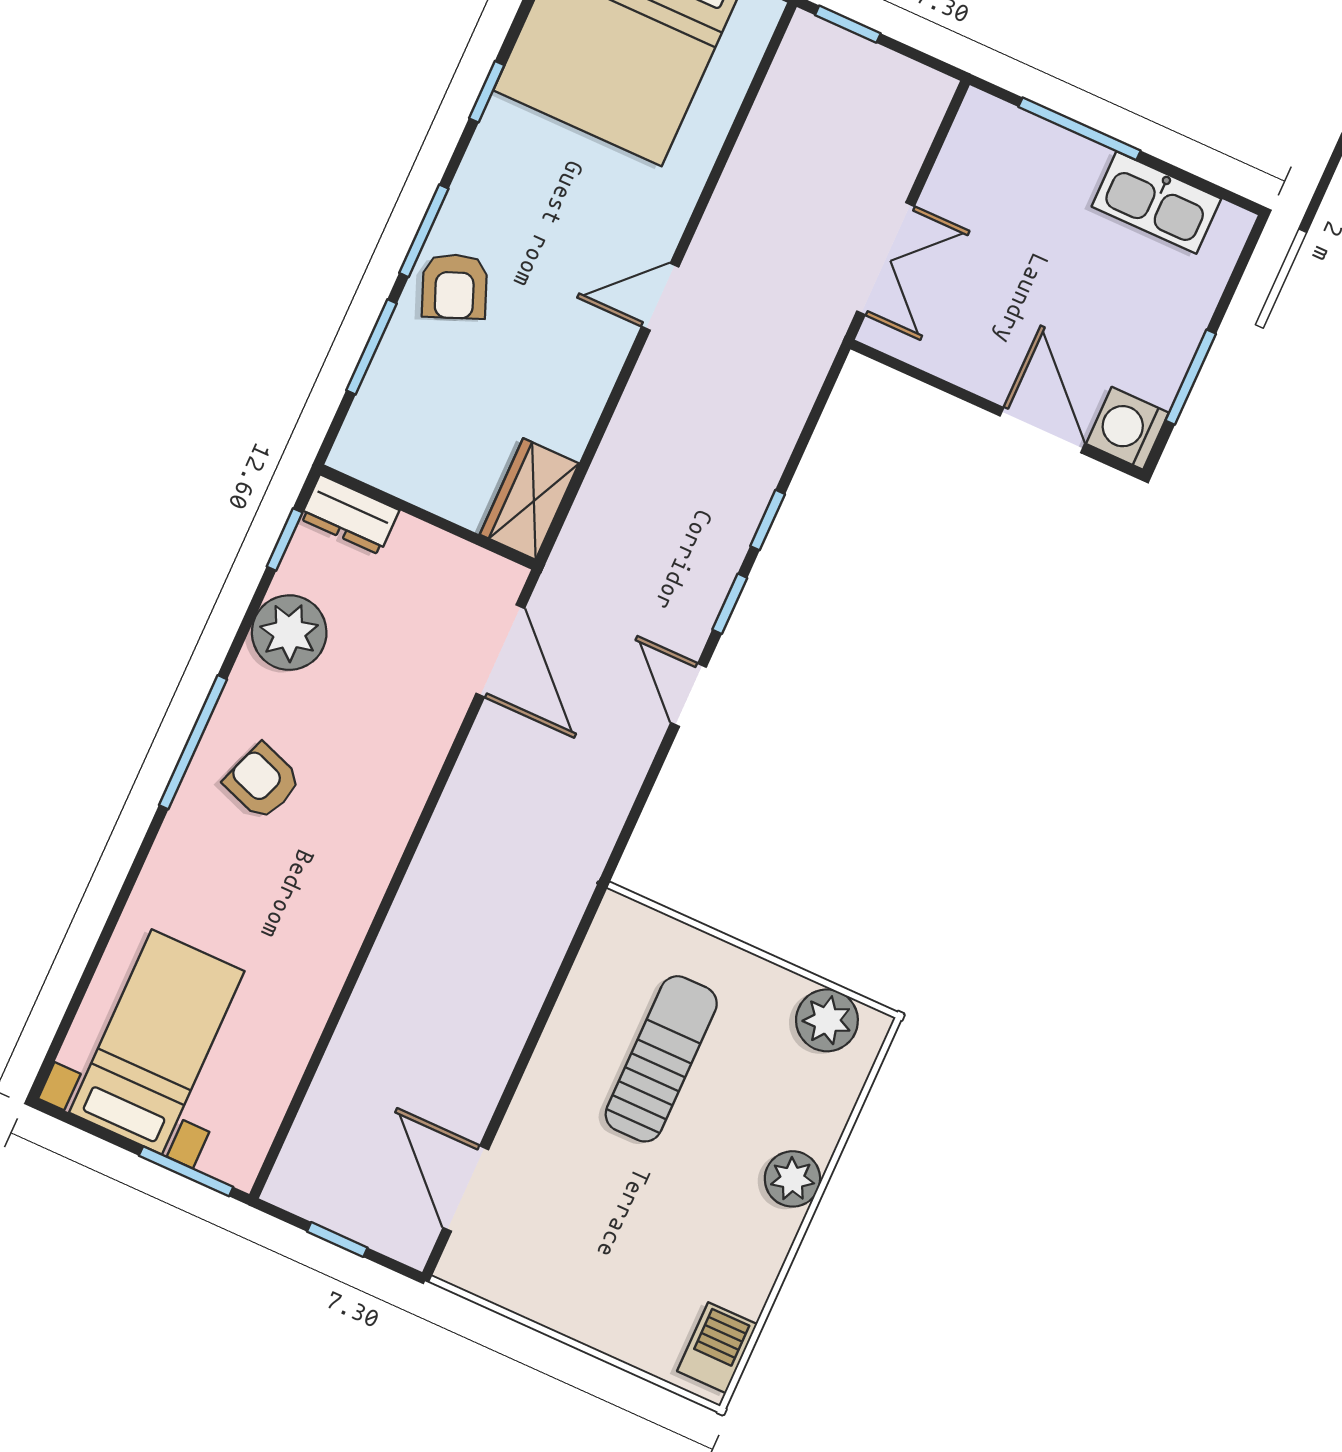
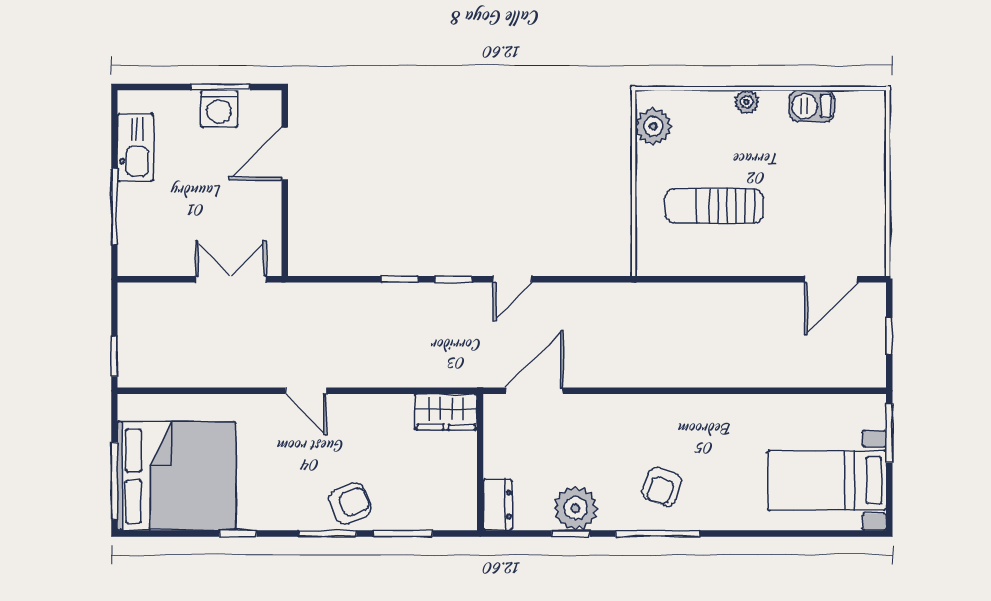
washing machine: (1127, 428) -> (219, 109), moved
window: (285, 539) -> (571, 533), moved
plant: (792, 1179) -> (747, 102), width x0.73, depth x0.73
barbecue: (717, 1348) -> (812, 106), moved

